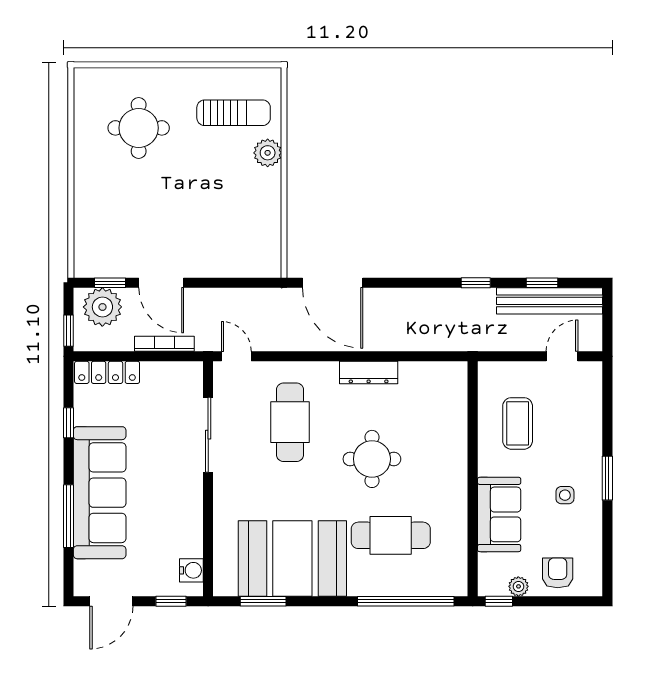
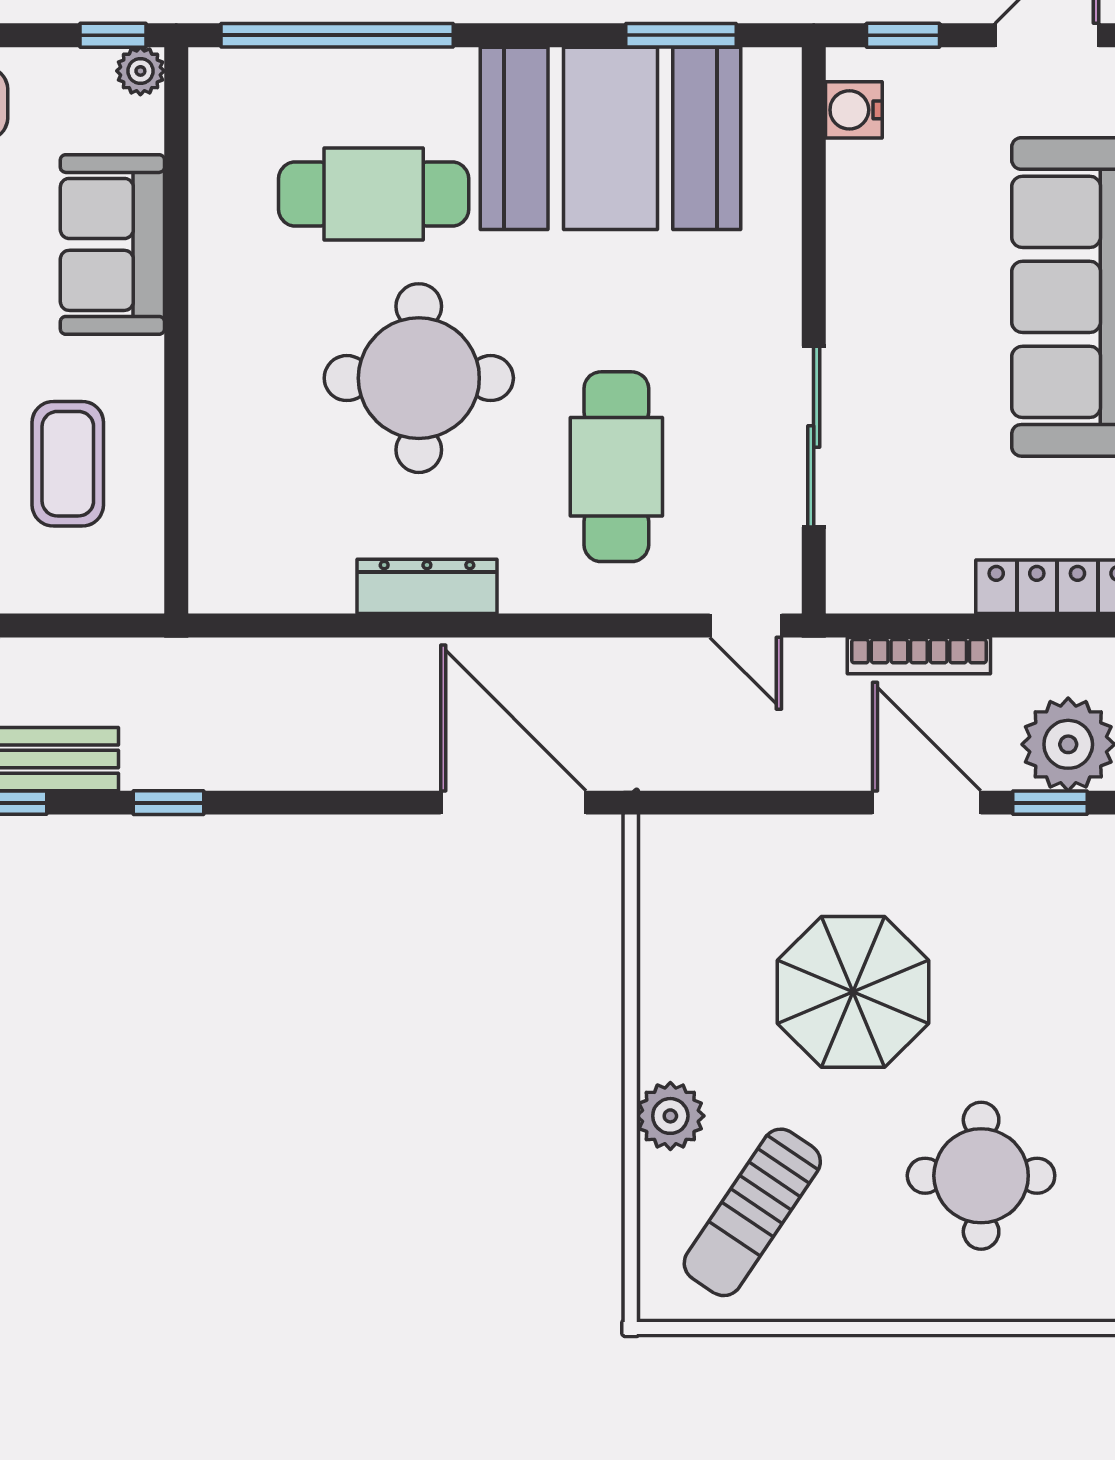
sun lounger: (234, 113) -> (752, 1212), turned -56
parasol: (192, 204) -> (853, 992), added
round table: (372, 459) -> (419, 378), width x1.36, depth x1.36
plant: (518, 586) -> (140, 71), moved

